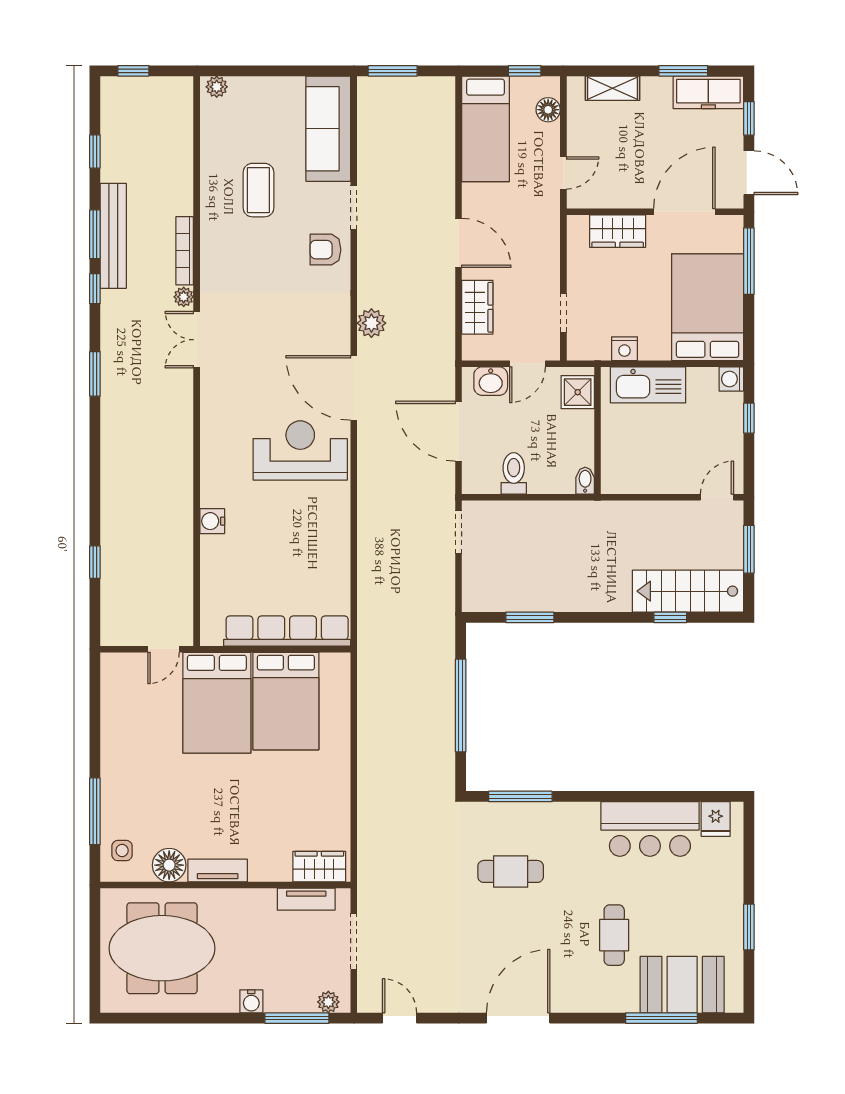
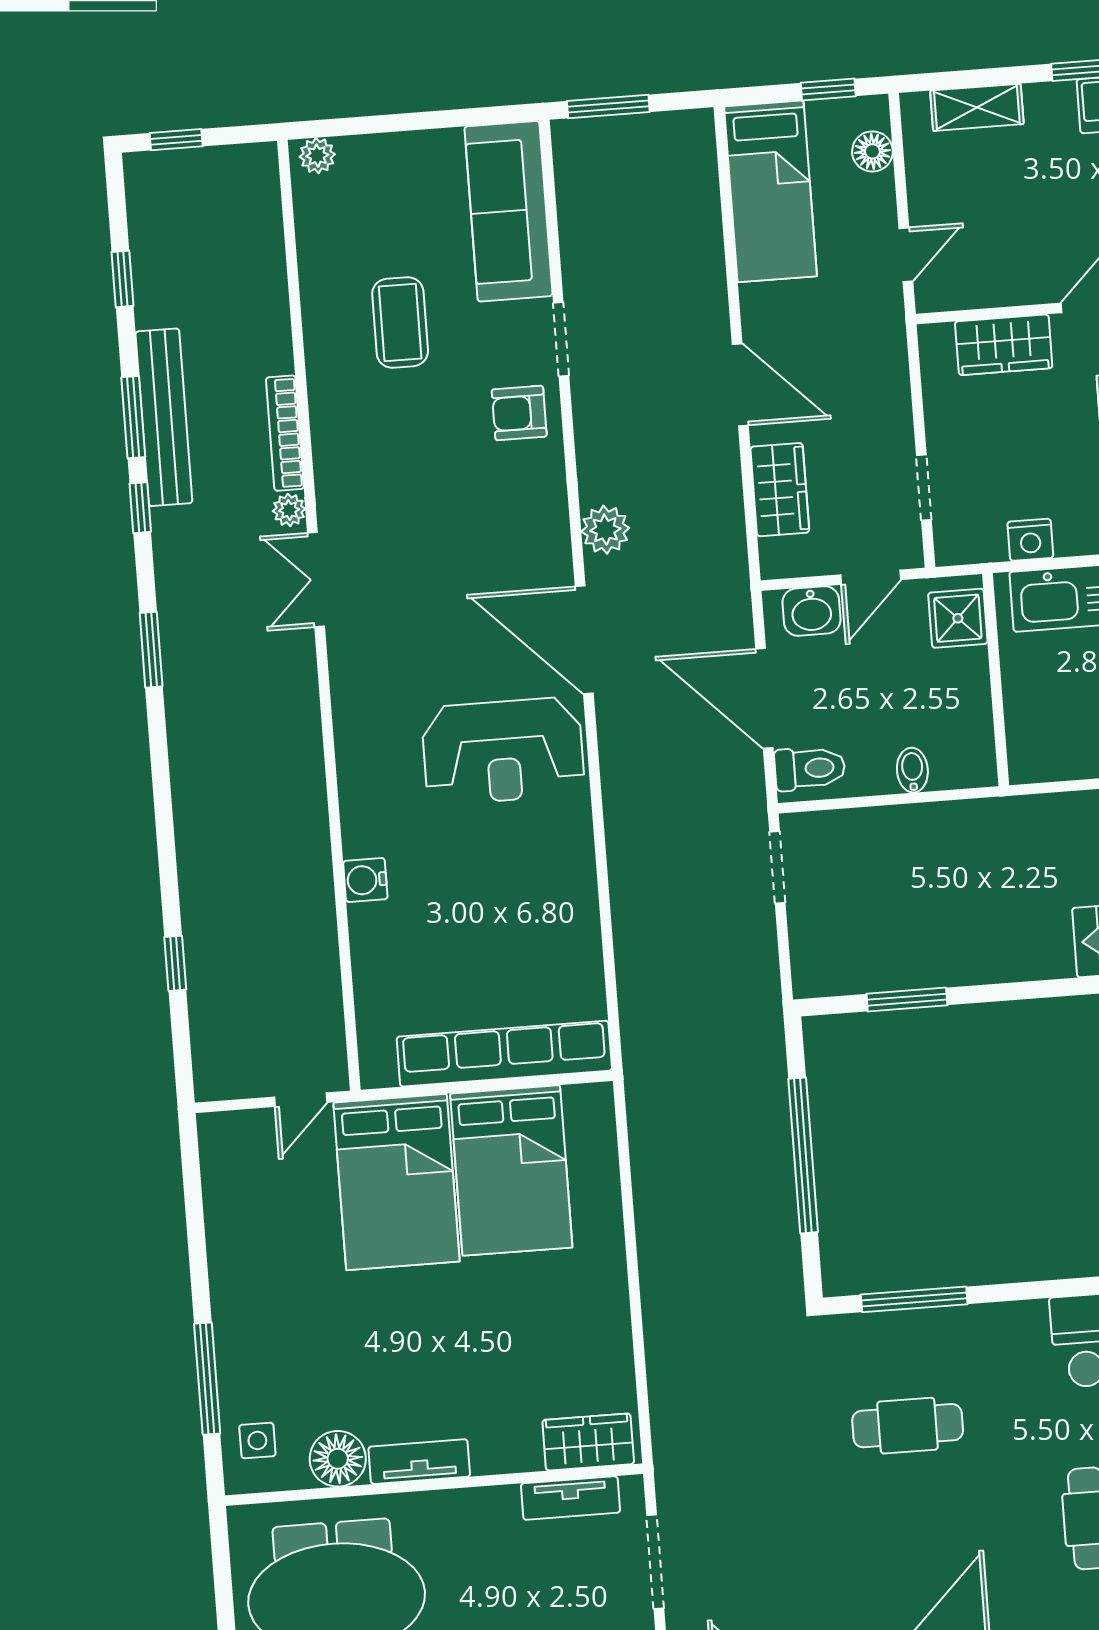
reception desk: (300, 450) -> (503, 751), turned 180
toilet: (514, 473) -> (810, 768), moved, turned 90
bidet: (585, 481) -> (912, 770), moved

